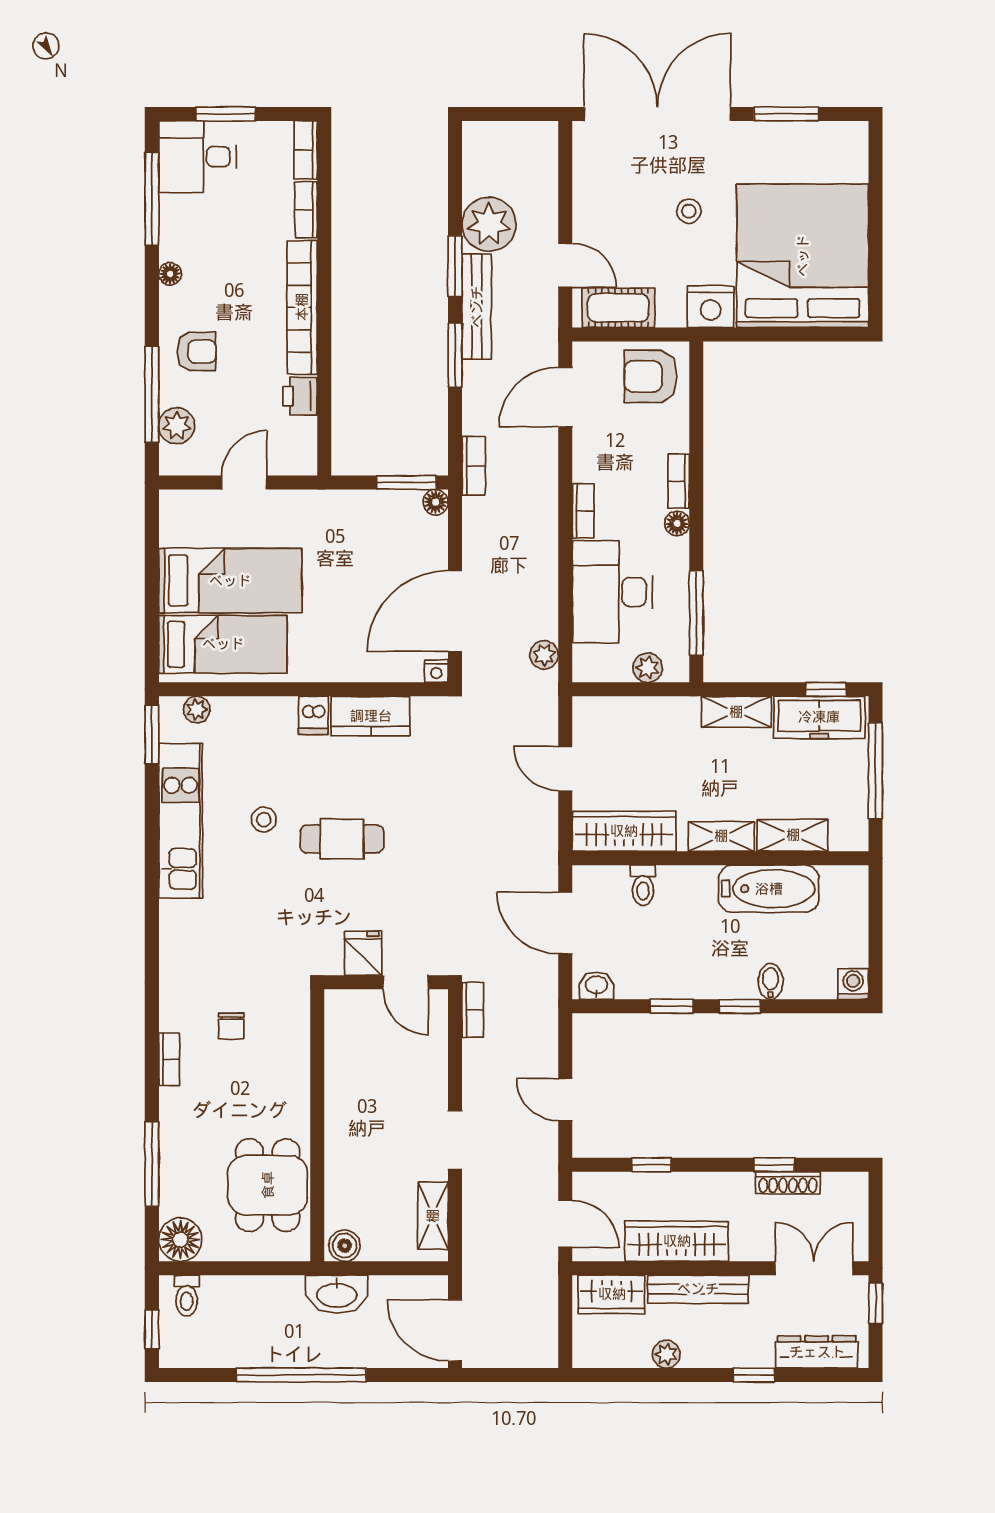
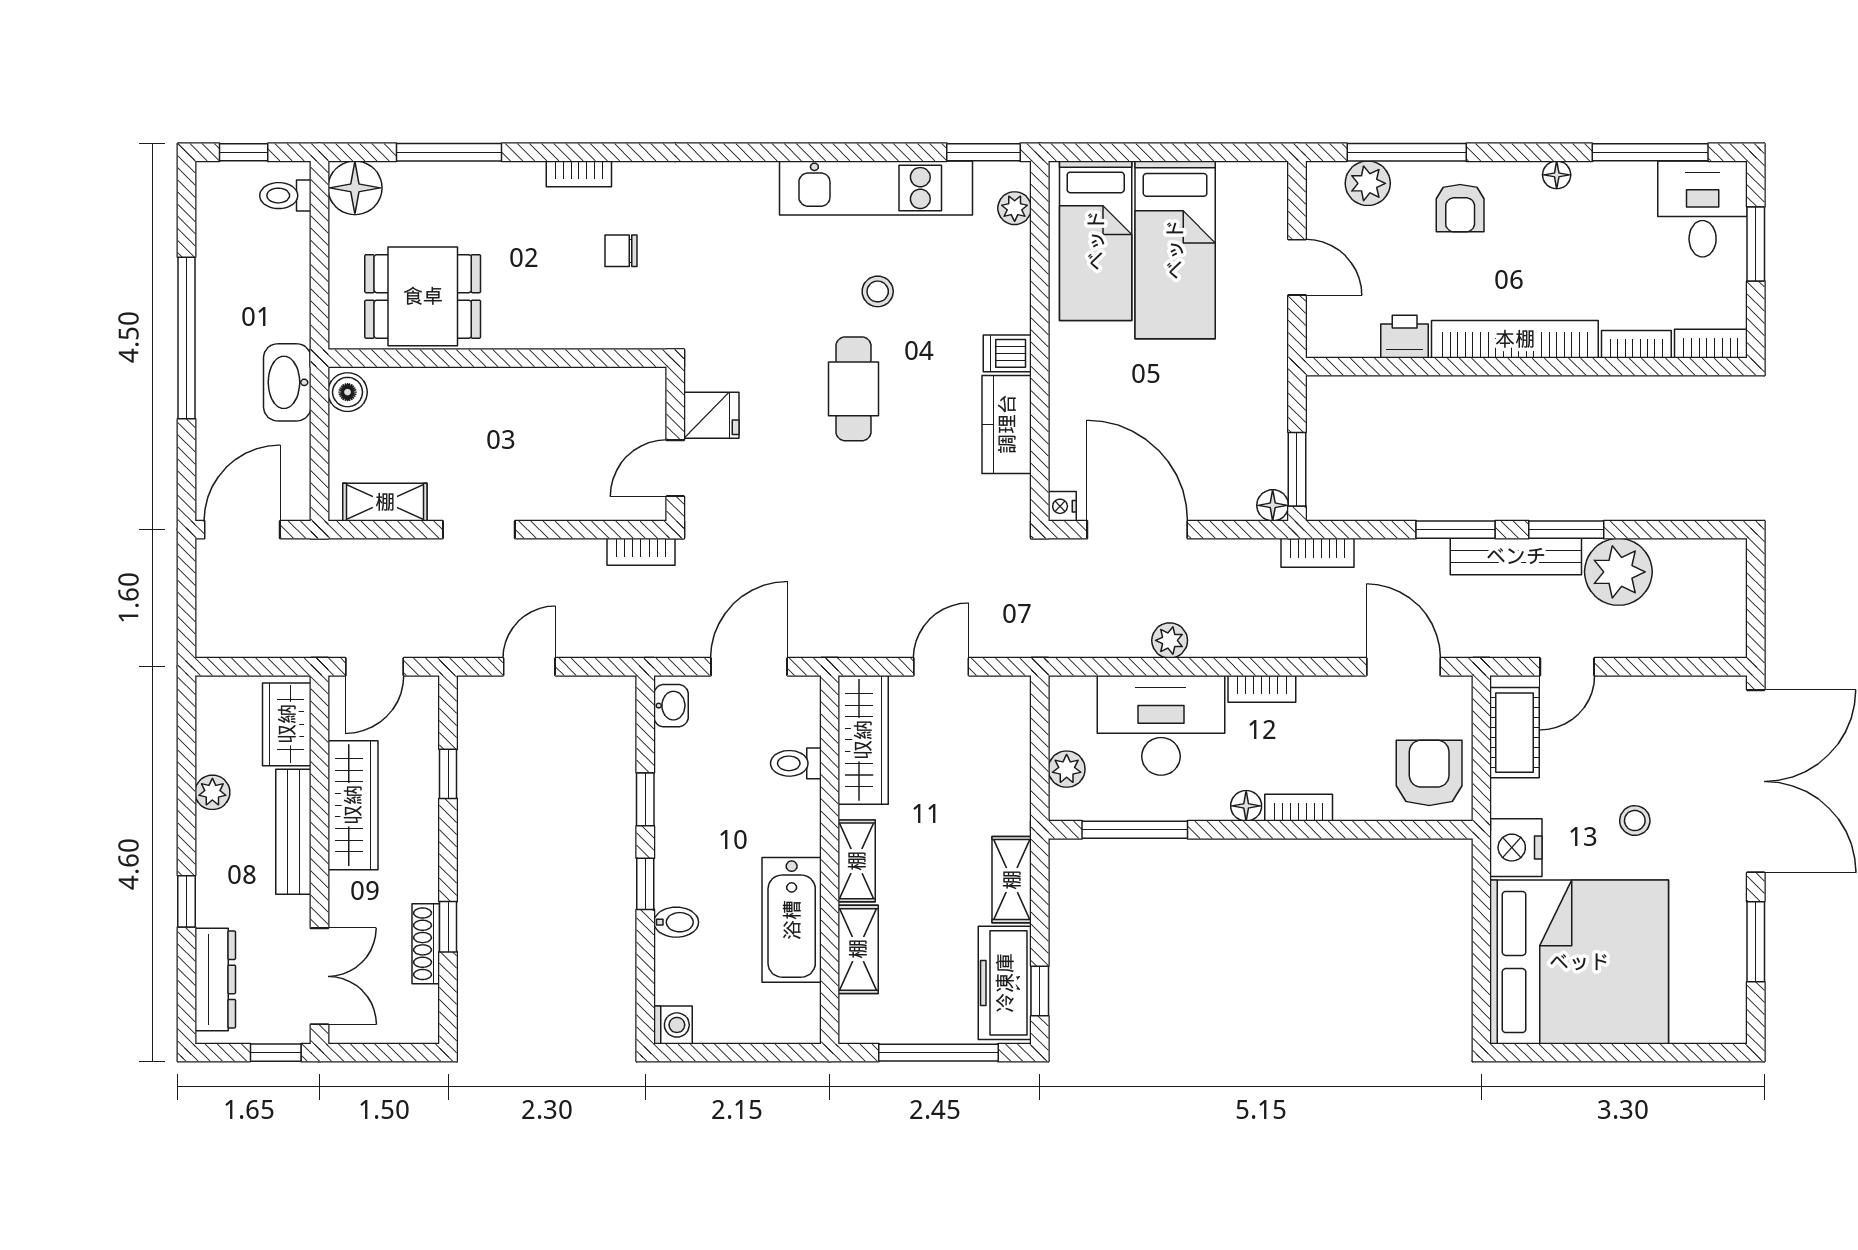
plant: (544, 655) -> (1170, 640), moved

